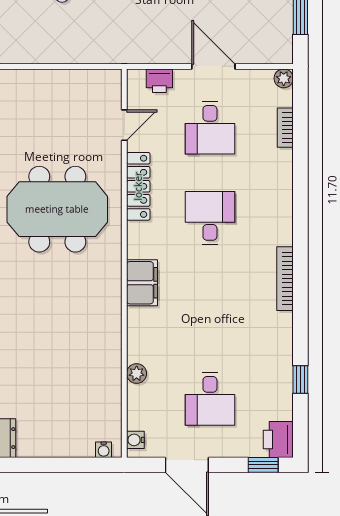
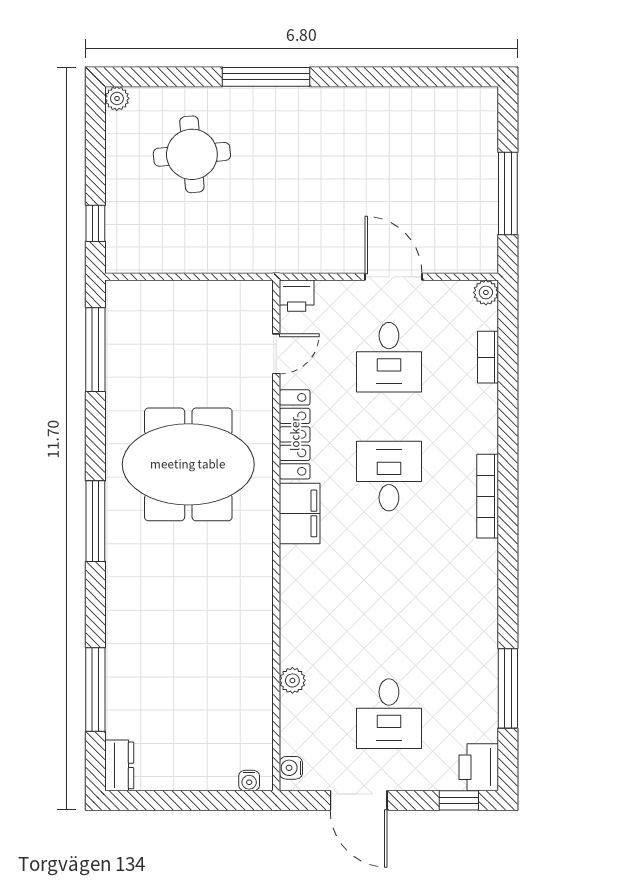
printer: (159, 81) -> (297, 296), moved
bookcase: (285, 279) -> (488, 496), moved
filing cabinet: (142, 283) -> (300, 513), moved
window: (300, 380) -> (508, 688), width x2.17

